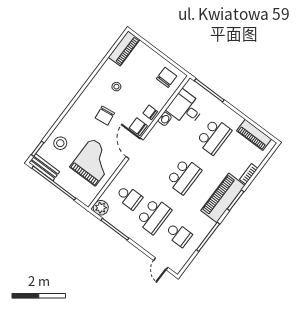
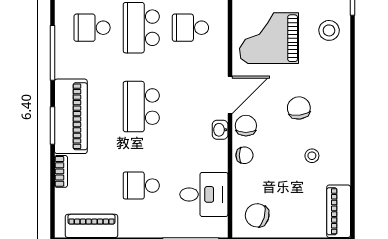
chair: (167, 77) -> (257, 215), turned 106
washbasin: (165, 119) -> (220, 130), moved
chair: (138, 127) -> (246, 126), turned -90
school desk: (214, 136) -> (141, 186), width x0.54
door: (135, 148) -> (230, 95), hinge flipped
grand piano: (93, 162) -> (269, 38), turned 90

